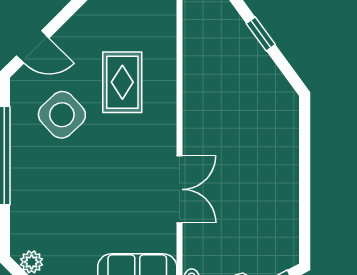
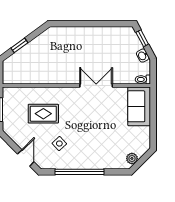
side table: (62, 115) -> (59, 144), width x0.54, depth x0.54

